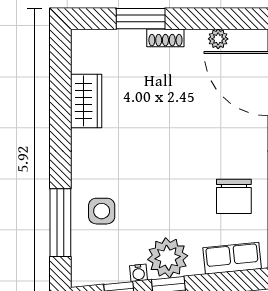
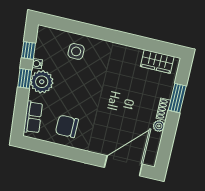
plant: (218, 39) -> (159, 126), moved
wardrobe: (86, 101) -> (157, 62), moved
window: (60, 223) -> (75, 27), removed

